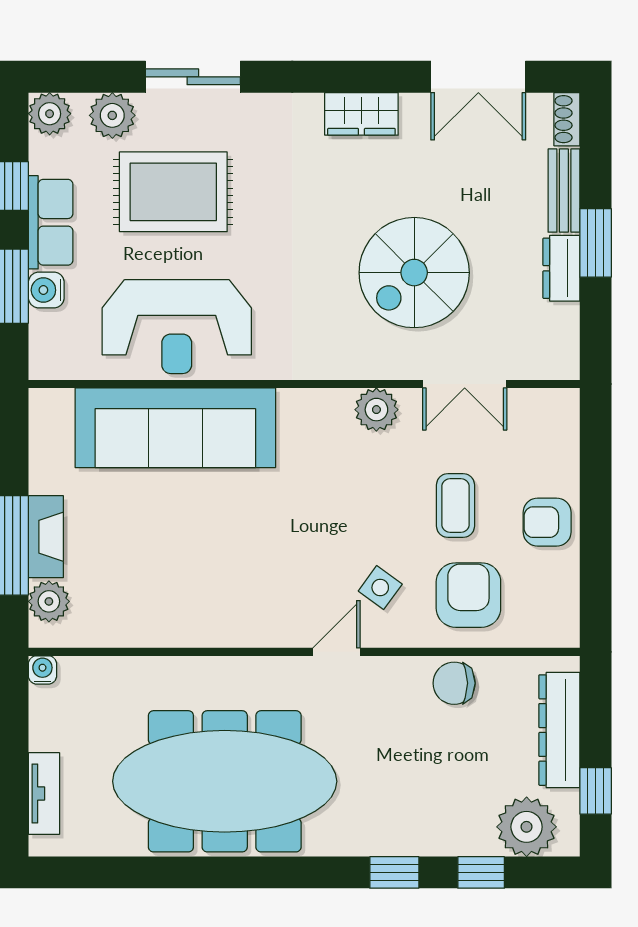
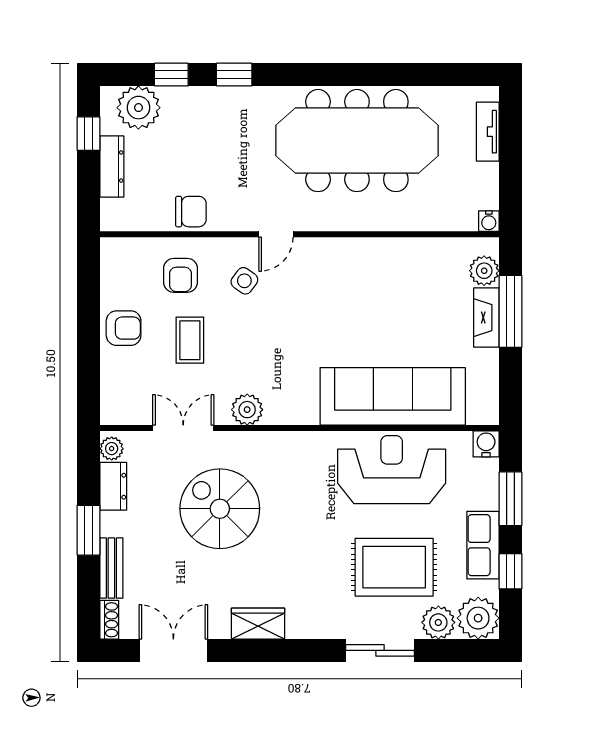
plant: (50, 114) -> (478, 618), width x1.36, depth x1.36
dresser: (561, 268) -> (113, 486), moved
spiral stairs: (414, 273) -> (220, 509), turned -90
water cooler: (46, 290) -> (486, 444), moved, turned -90
plant: (564, 356) -> (112, 449), added
armchair: (468, 595) -> (181, 275), width x0.72, depth x0.72
dresser: (559, 730) -> (112, 167), width x0.73, depth x0.80

